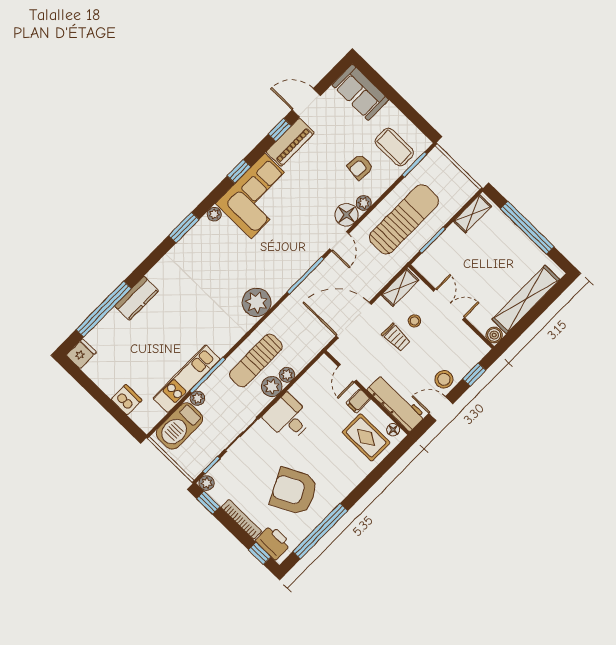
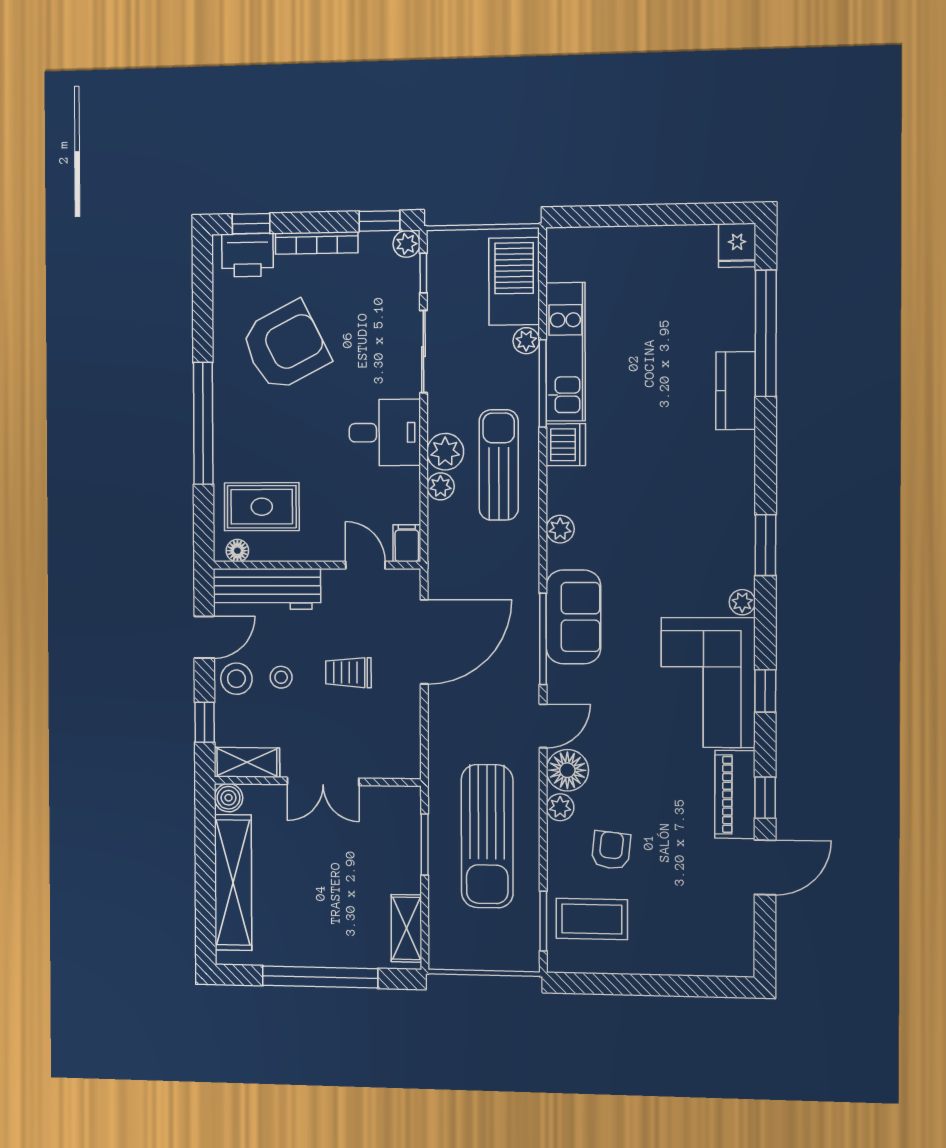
sofa: (360, 92) -> (573, 617), moved, turned 90
door: (339, 241) -> (543, 726), swing flipped
shelving: (400, 287) -> (247, 762), moved, turned 90
plant: (257, 302) -> (560, 529), width x0.53, depth x0.53
stool: (414, 321) -> (281, 677), moved
dishwasher: (127, 400) -> (566, 445), moved, turned -90
filing cabinet: (358, 401) -> (407, 543), moved
window: (320, 531) -> (203, 423), moved

